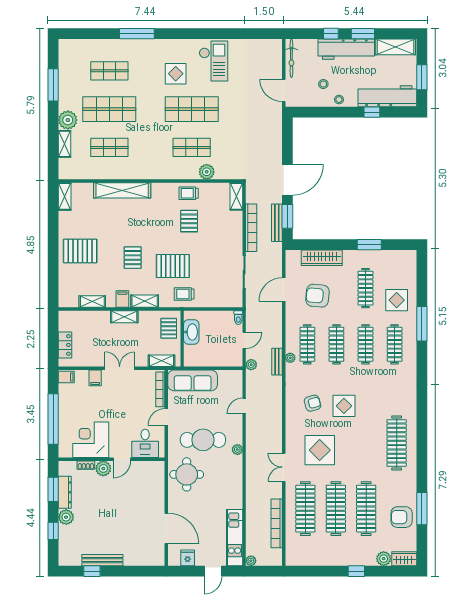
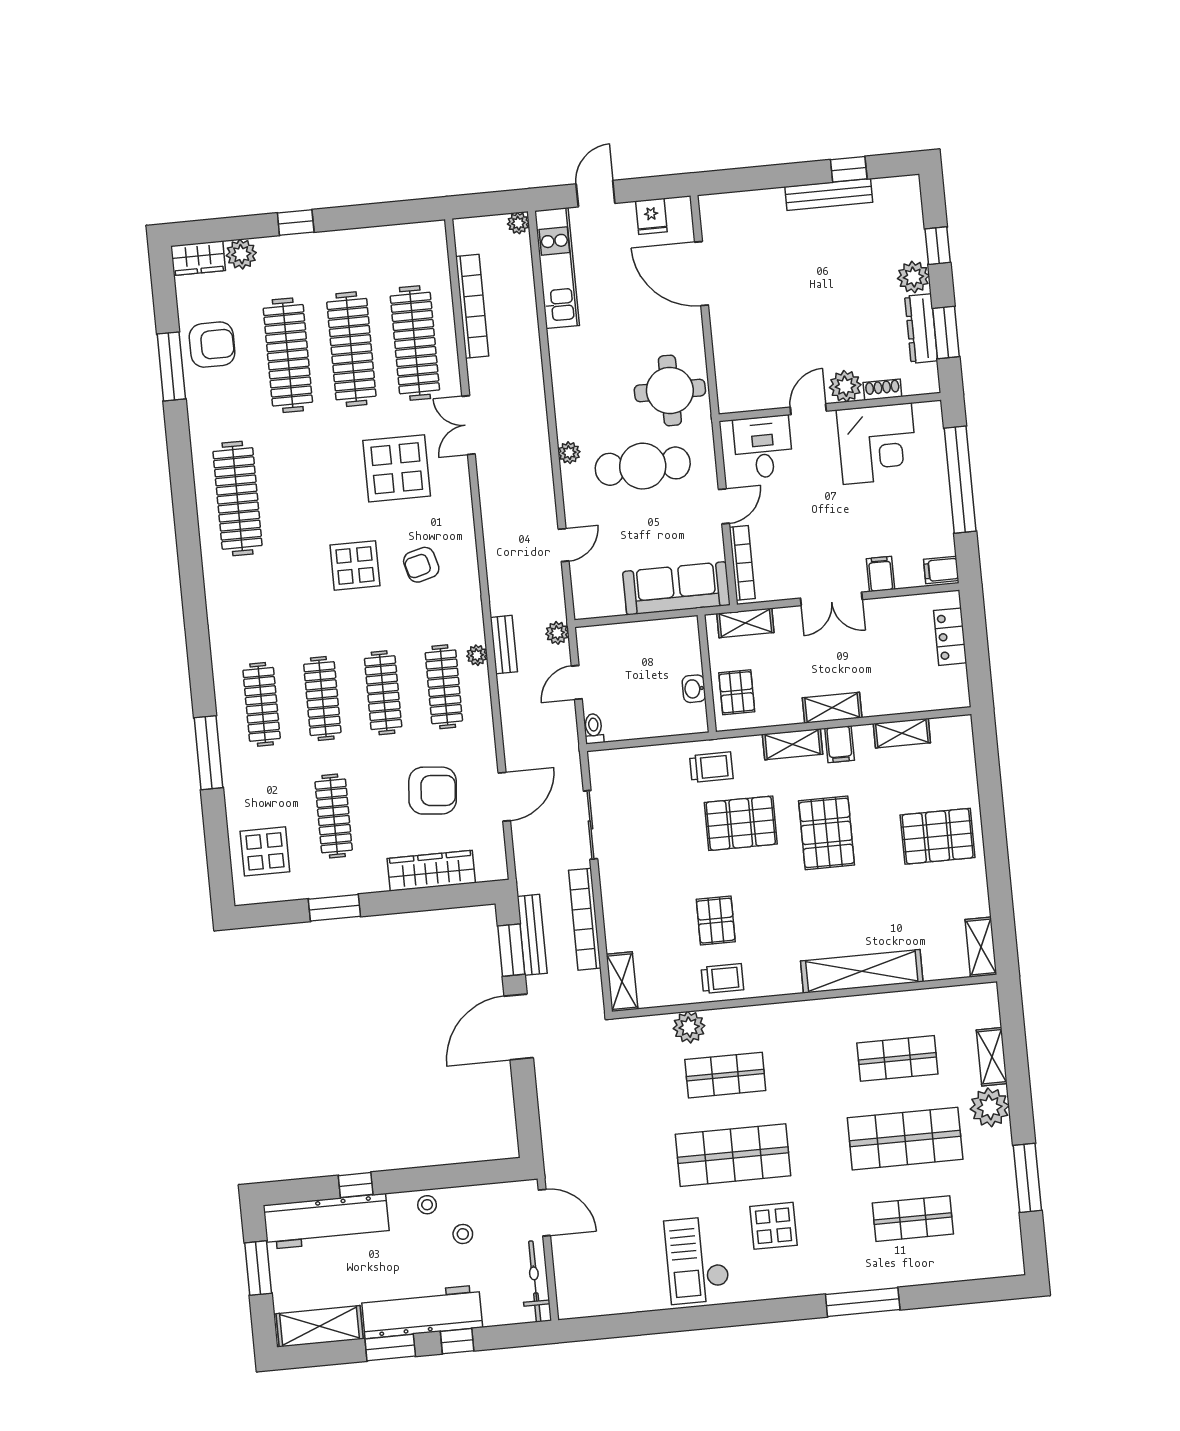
pallet: (133, 258) -> (827, 833), width x1.50, depth x1.42
display table: (397, 300) -> (265, 851), moved
washbasin: (191, 332) -> (694, 689), width x0.52, depth x0.69
double door: (284, 467) -> (469, 425), swing flipped

